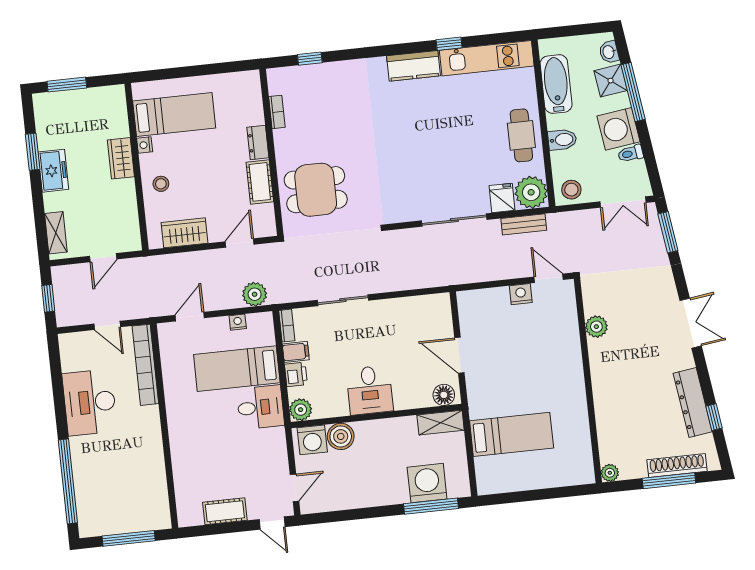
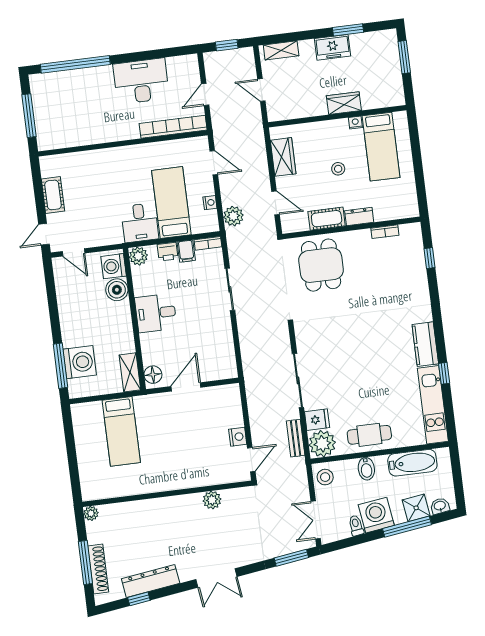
stool: (161, 184) -> (338, 169), moved

